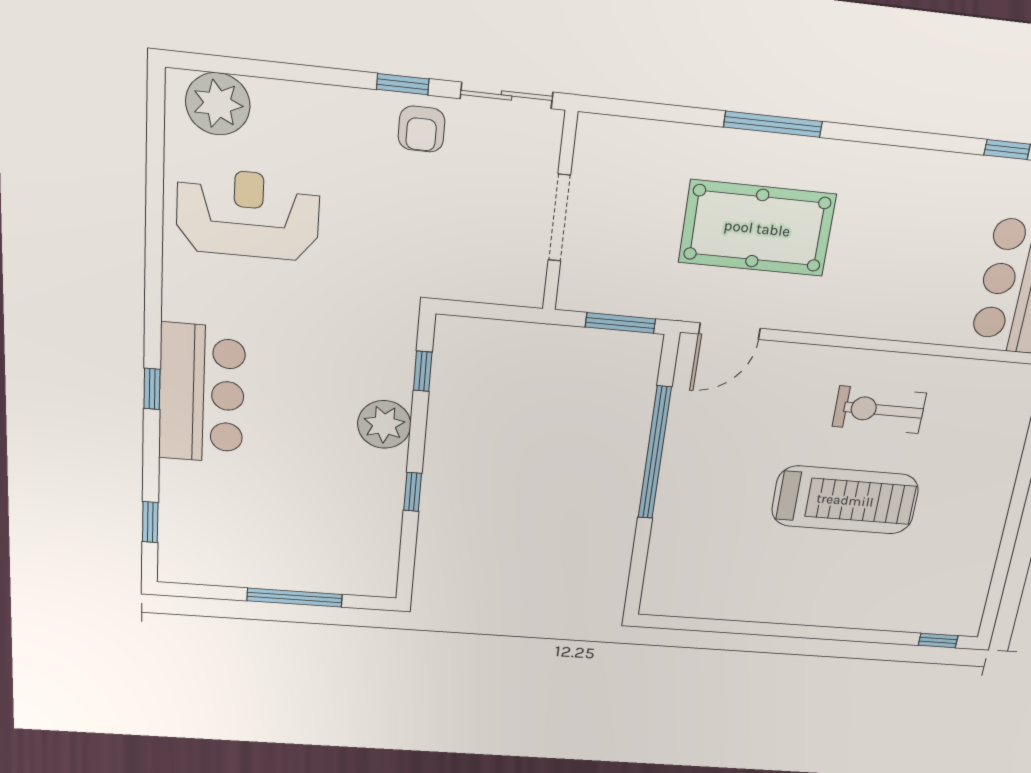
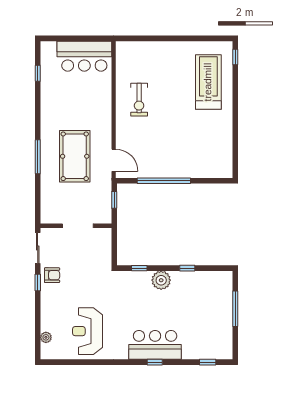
plant: (218, 104) -> (46, 337), width x0.53, depth x0.53
window: (620, 323) -> (114, 200), width x0.67
treadmill: (845, 500) -> (208, 82), moved

